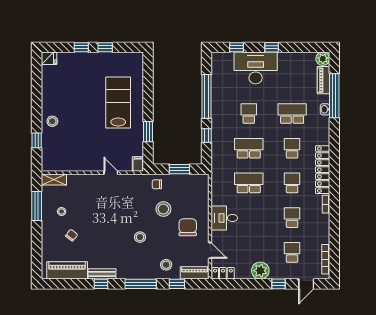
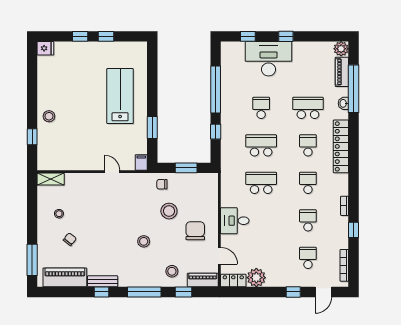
locker: (323, 170) -> (341, 146), moved
window: (37, 206) -> (32, 260), moved
window: (334, 226) -> (354, 230), added
plant: (260, 271) -> (256, 278), moved

